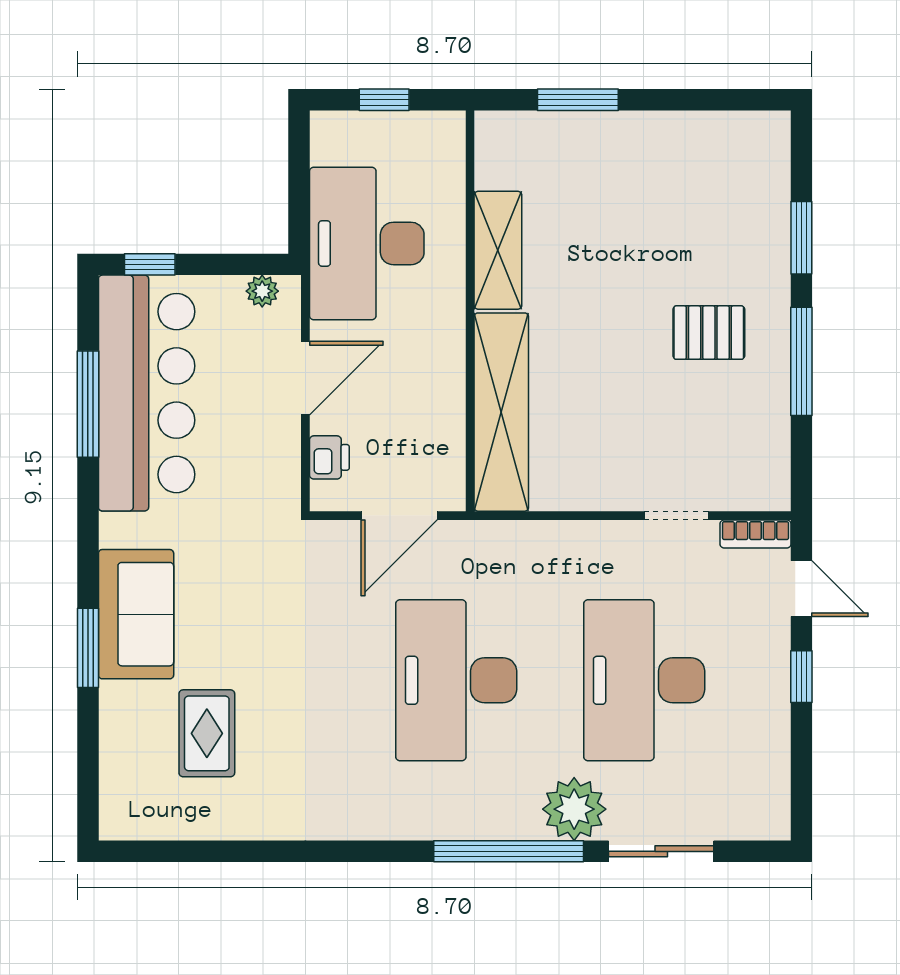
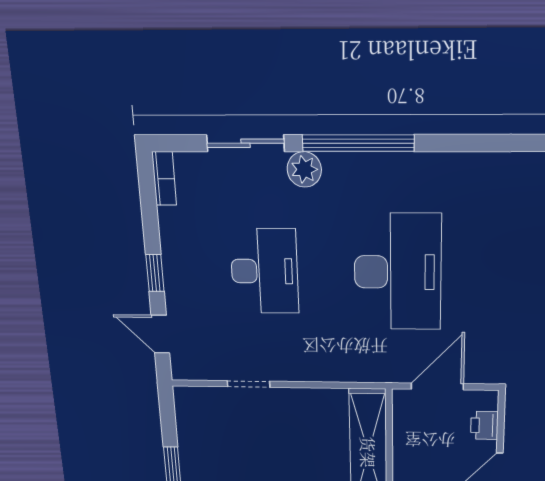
bookcase: (756, 534) -> (164, 179), moved, turned 90
desk: (644, 680) -> (264, 271), width x0.73, depth x0.77
plant: (574, 809) -> (304, 169), width x0.73, depth x0.73

